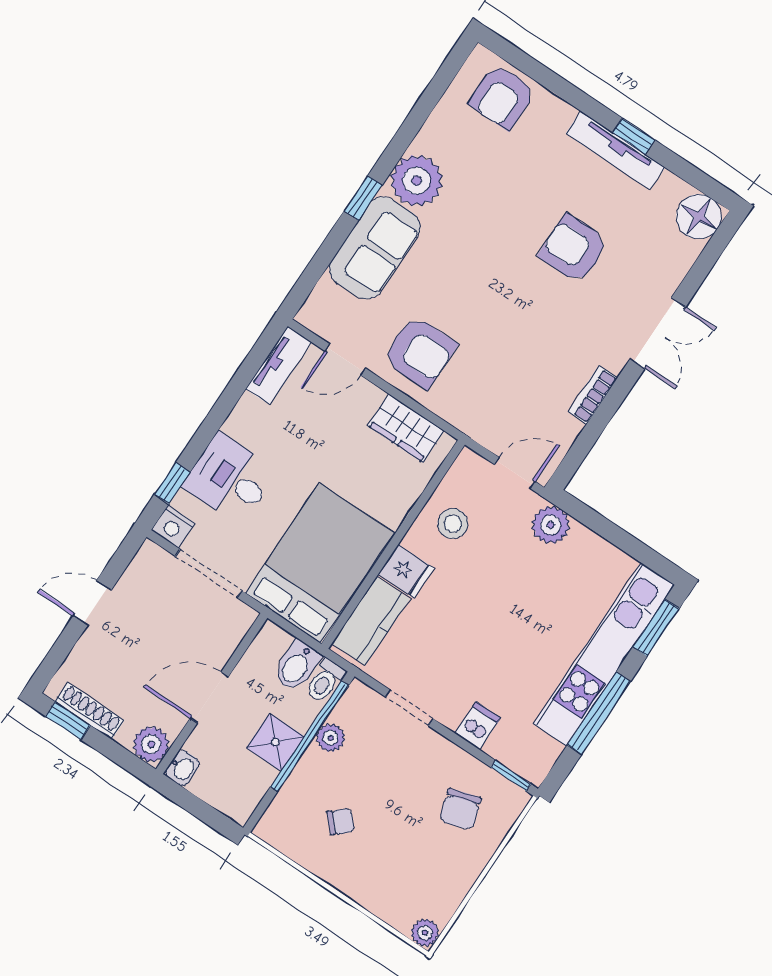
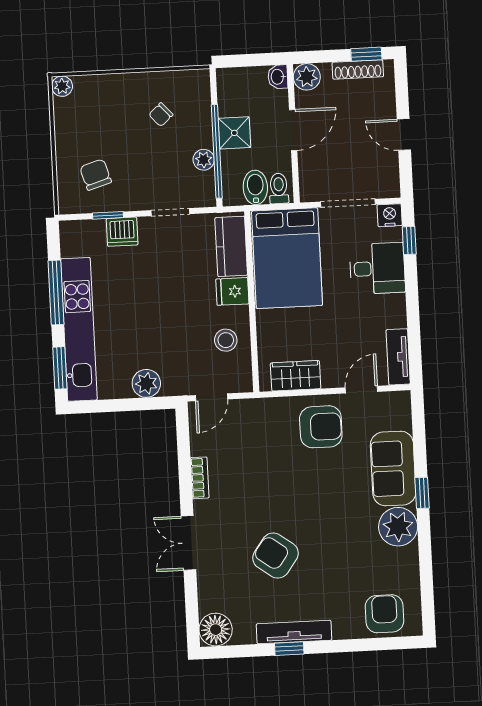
armchair: (573, 249) -> (275, 556), turned -144
armchair: (420, 352) -> (321, 427), turned 180
plant: (551, 525) -> (146, 383), moved
door: (92, 603) -> (404, 135), swing flipped
toilet: (325, 681) -> (279, 188), moved
dishwasher: (478, 726) -> (122, 232), width x1.38
window: (511, 776) -> (108, 215), moved

